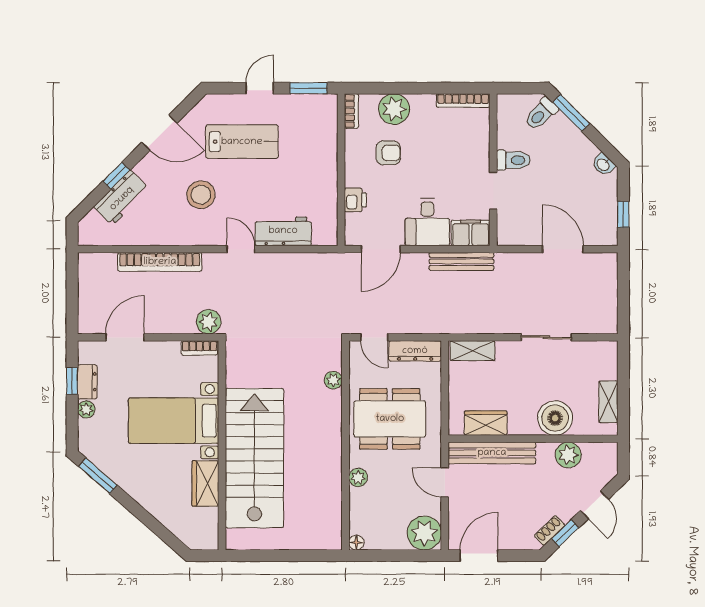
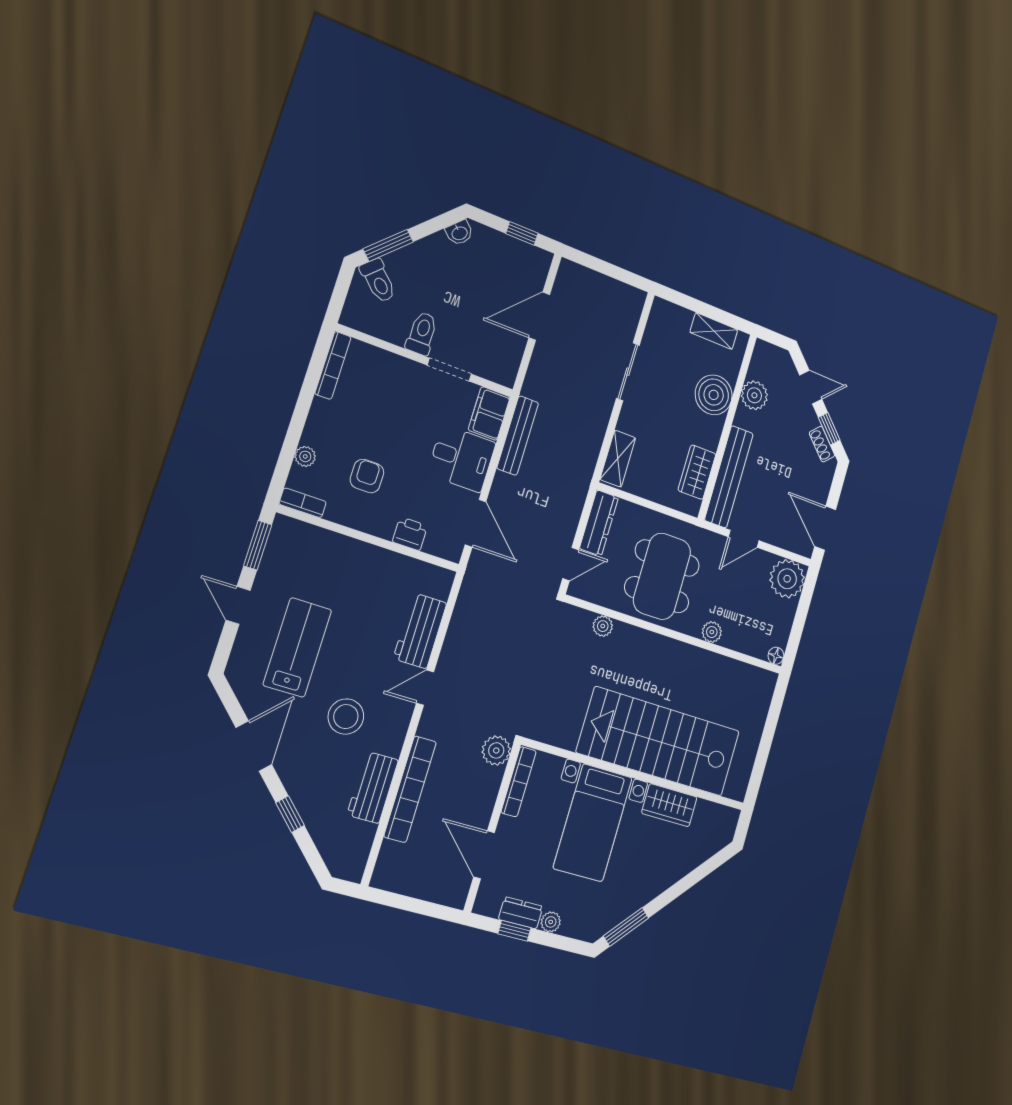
plant: (394, 109) -> (305, 456), width x0.53, depth x0.53
workbench: (121, 198) -> (373, 787), moved, turned -135
bookcase: (199, 348) -> (519, 782), width x1.56

